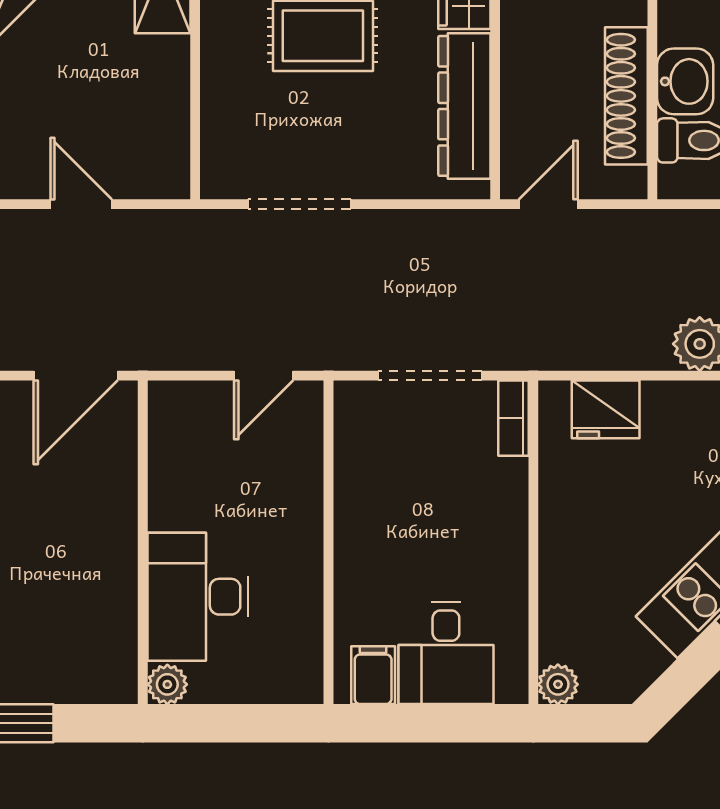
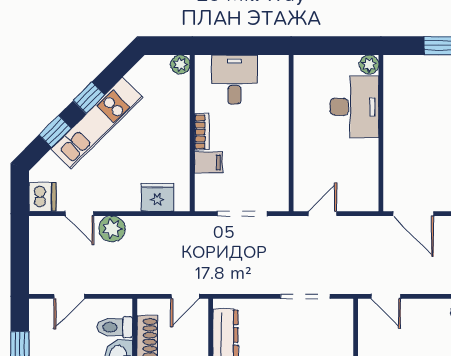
door: (81, 204) -> (386, 296), moved
door: (76, 376) -> (413, 214), swing flipped
bookcase: (513, 418) -> (202, 132), moved
filing cabinet: (373, 675) -> (209, 162), moved, turned -90

